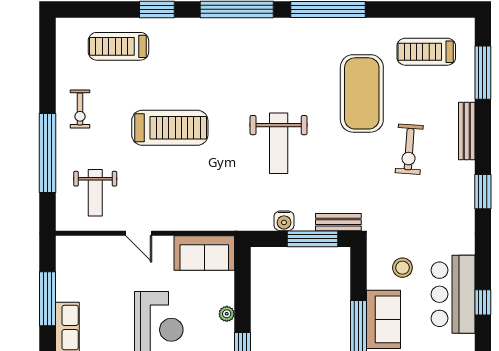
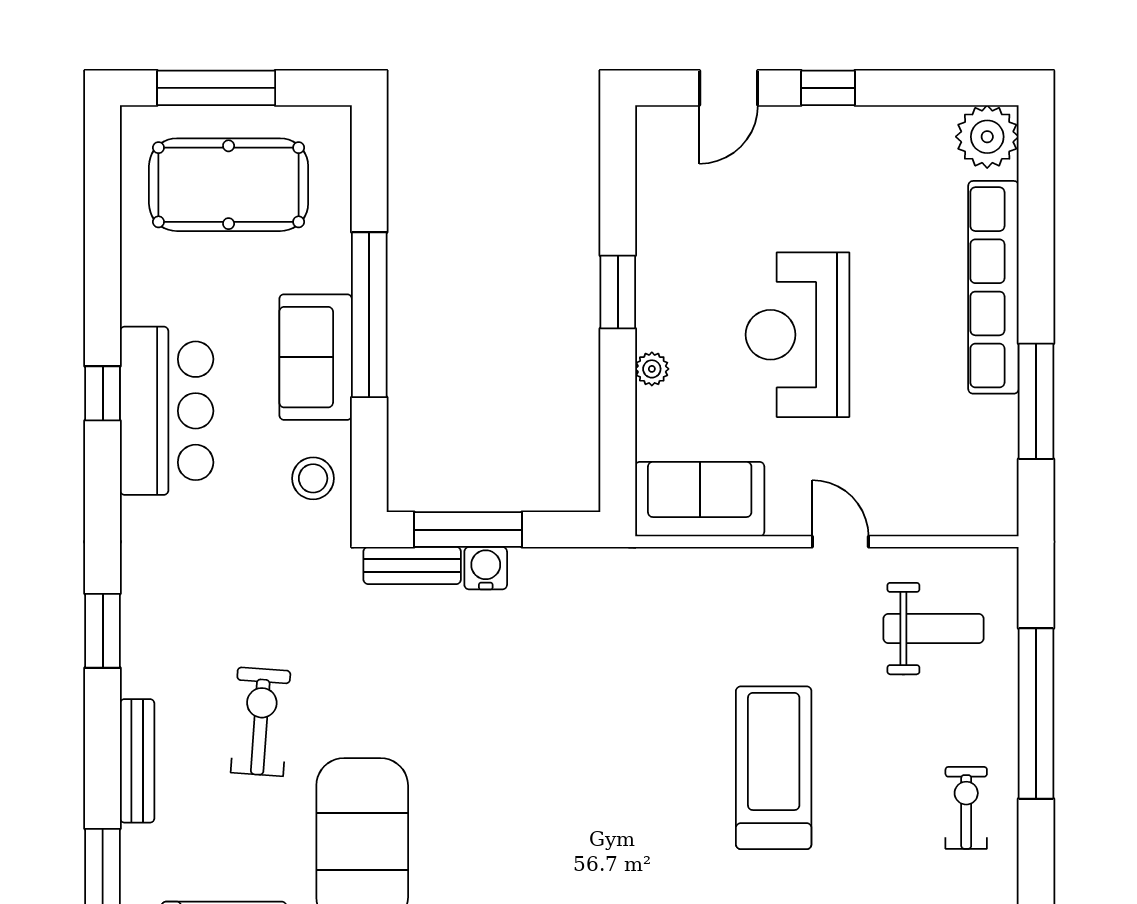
treadmill: (170, 128) -> (774, 768), turned 90
weight bench: (279, 143) -> (541, 734), removed
weight bench: (95, 193) -> (934, 629), turned 90
water cooler: (284, 221) -> (486, 568), moved
stool: (402, 268) -> (313, 478), moved

